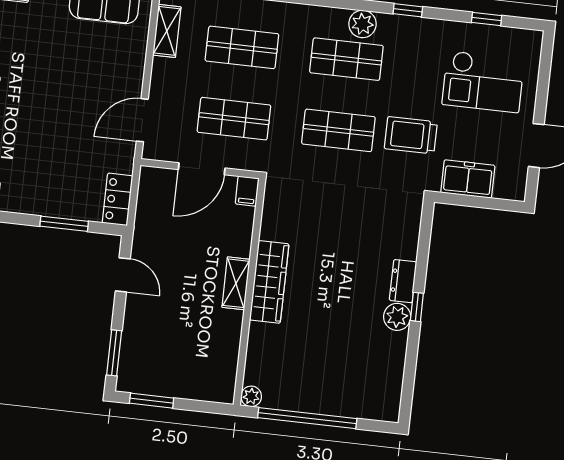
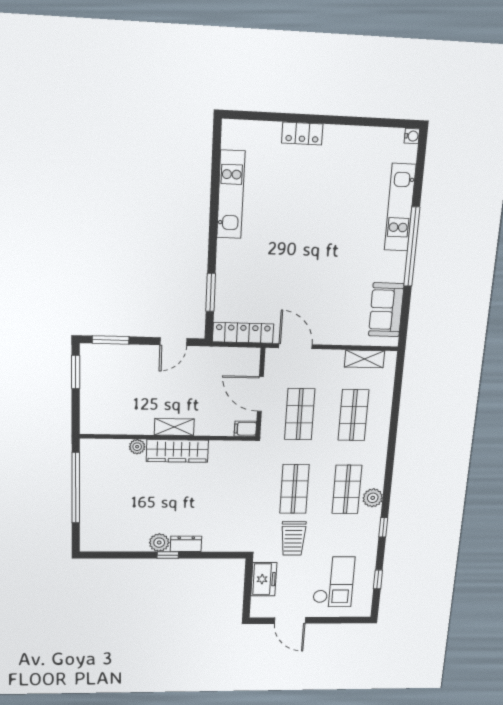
checkout: (483, 82) -> (334, 582), turned 180
trolley: (411, 135) -> (293, 538), turned 180
locker: (117, 199) -> (243, 333), width x1.53
plant: (251, 396) -> (137, 447), moved

